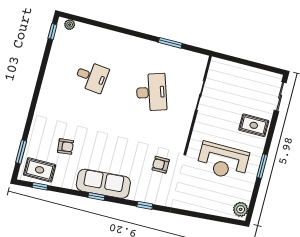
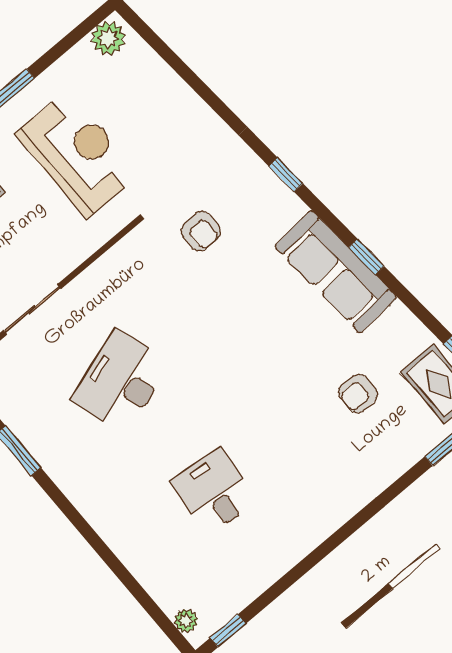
armchair: (65, 147) -> (358, 394), turned -84

